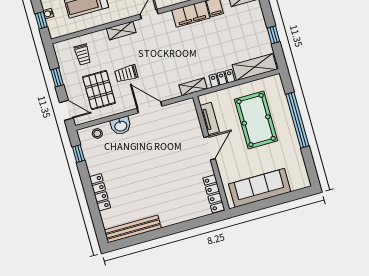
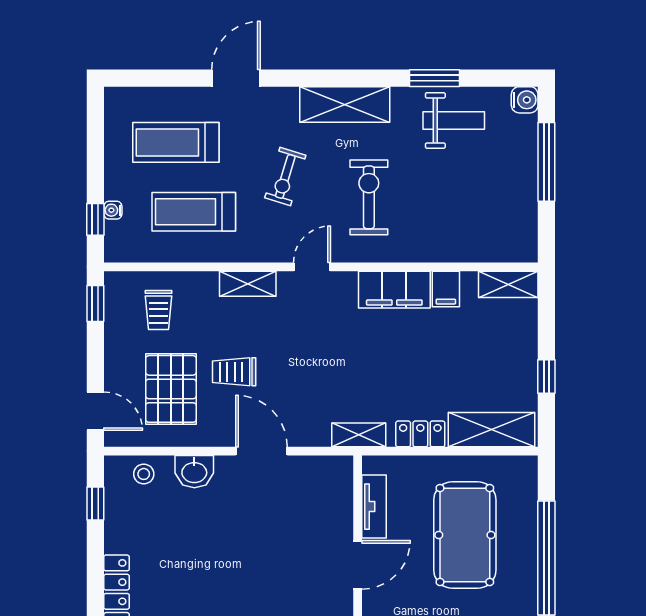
window: (57, 77) -> (95, 304), moved

